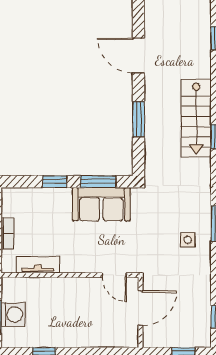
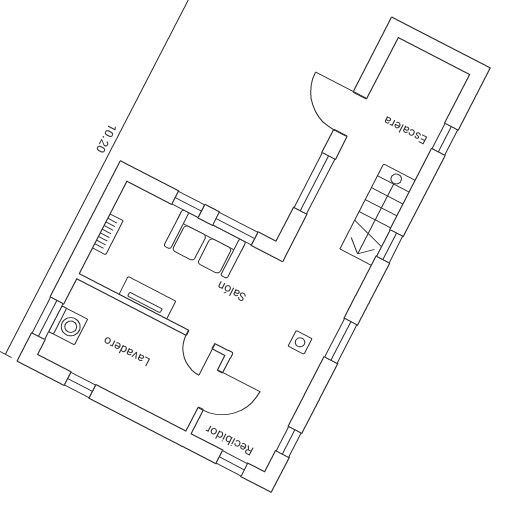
window: (139, 119) -> (314, 183), width x1.44
sofa: (101, 204) -> (205, 244), moved
tv unit: (38, 265) -> (147, 298), moved

